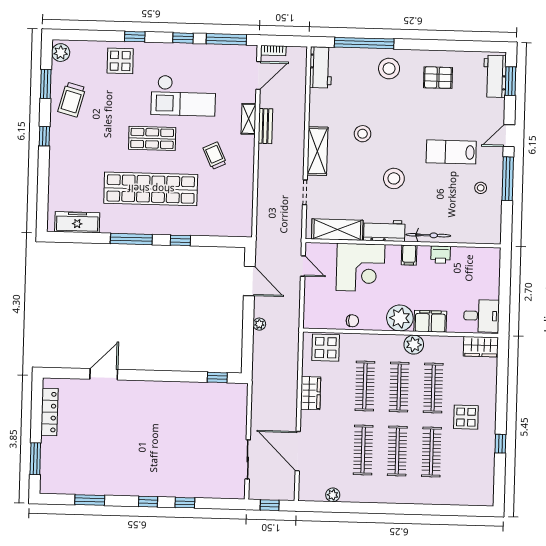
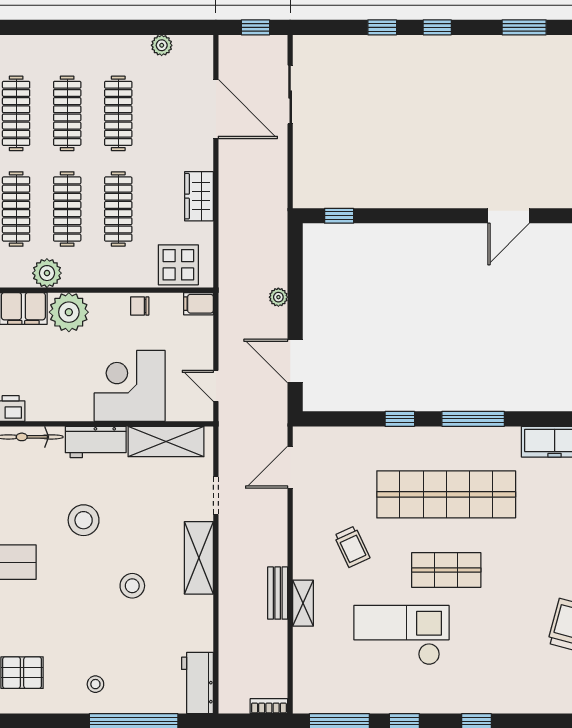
display table: (120, 61) -> (497, 684), removed
stool: (389, 69) -> (95, 684), width x0.53, depth x0.53
door: (258, 75) -> (290, 467), moved
filing cabinet: (409, 255) -> (198, 304), moved, turned -90

